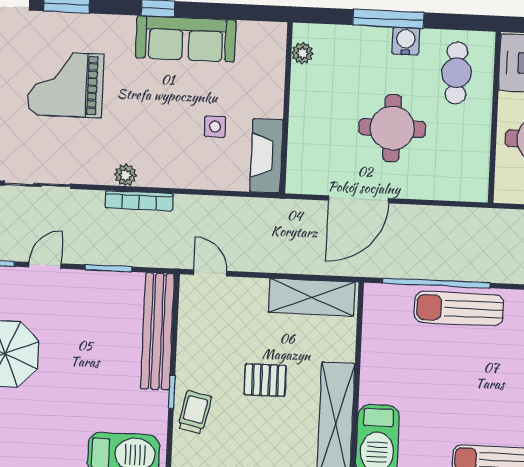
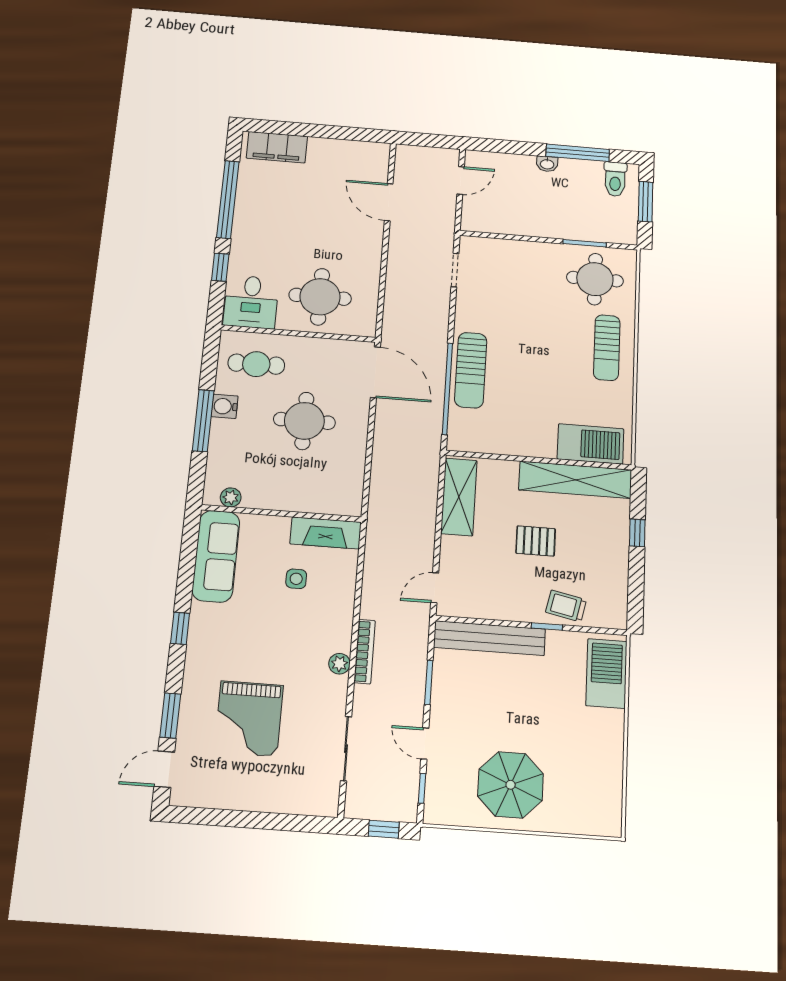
sofa: (186, 39) -> (216, 556), moved
door: (359, 199) -> (375, 372), moved
pallet: (265, 380) -> (536, 541), turned 90

